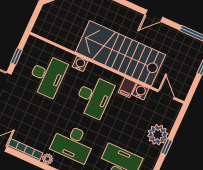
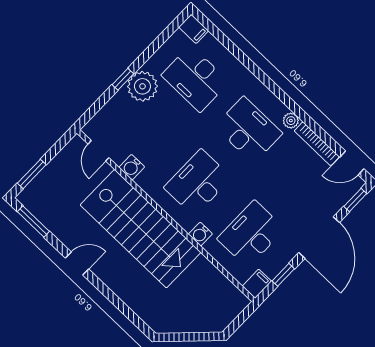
filing cabinet: (127, 88) -> (257, 284), moved
plant: (158, 135) -> (142, 86), moved

